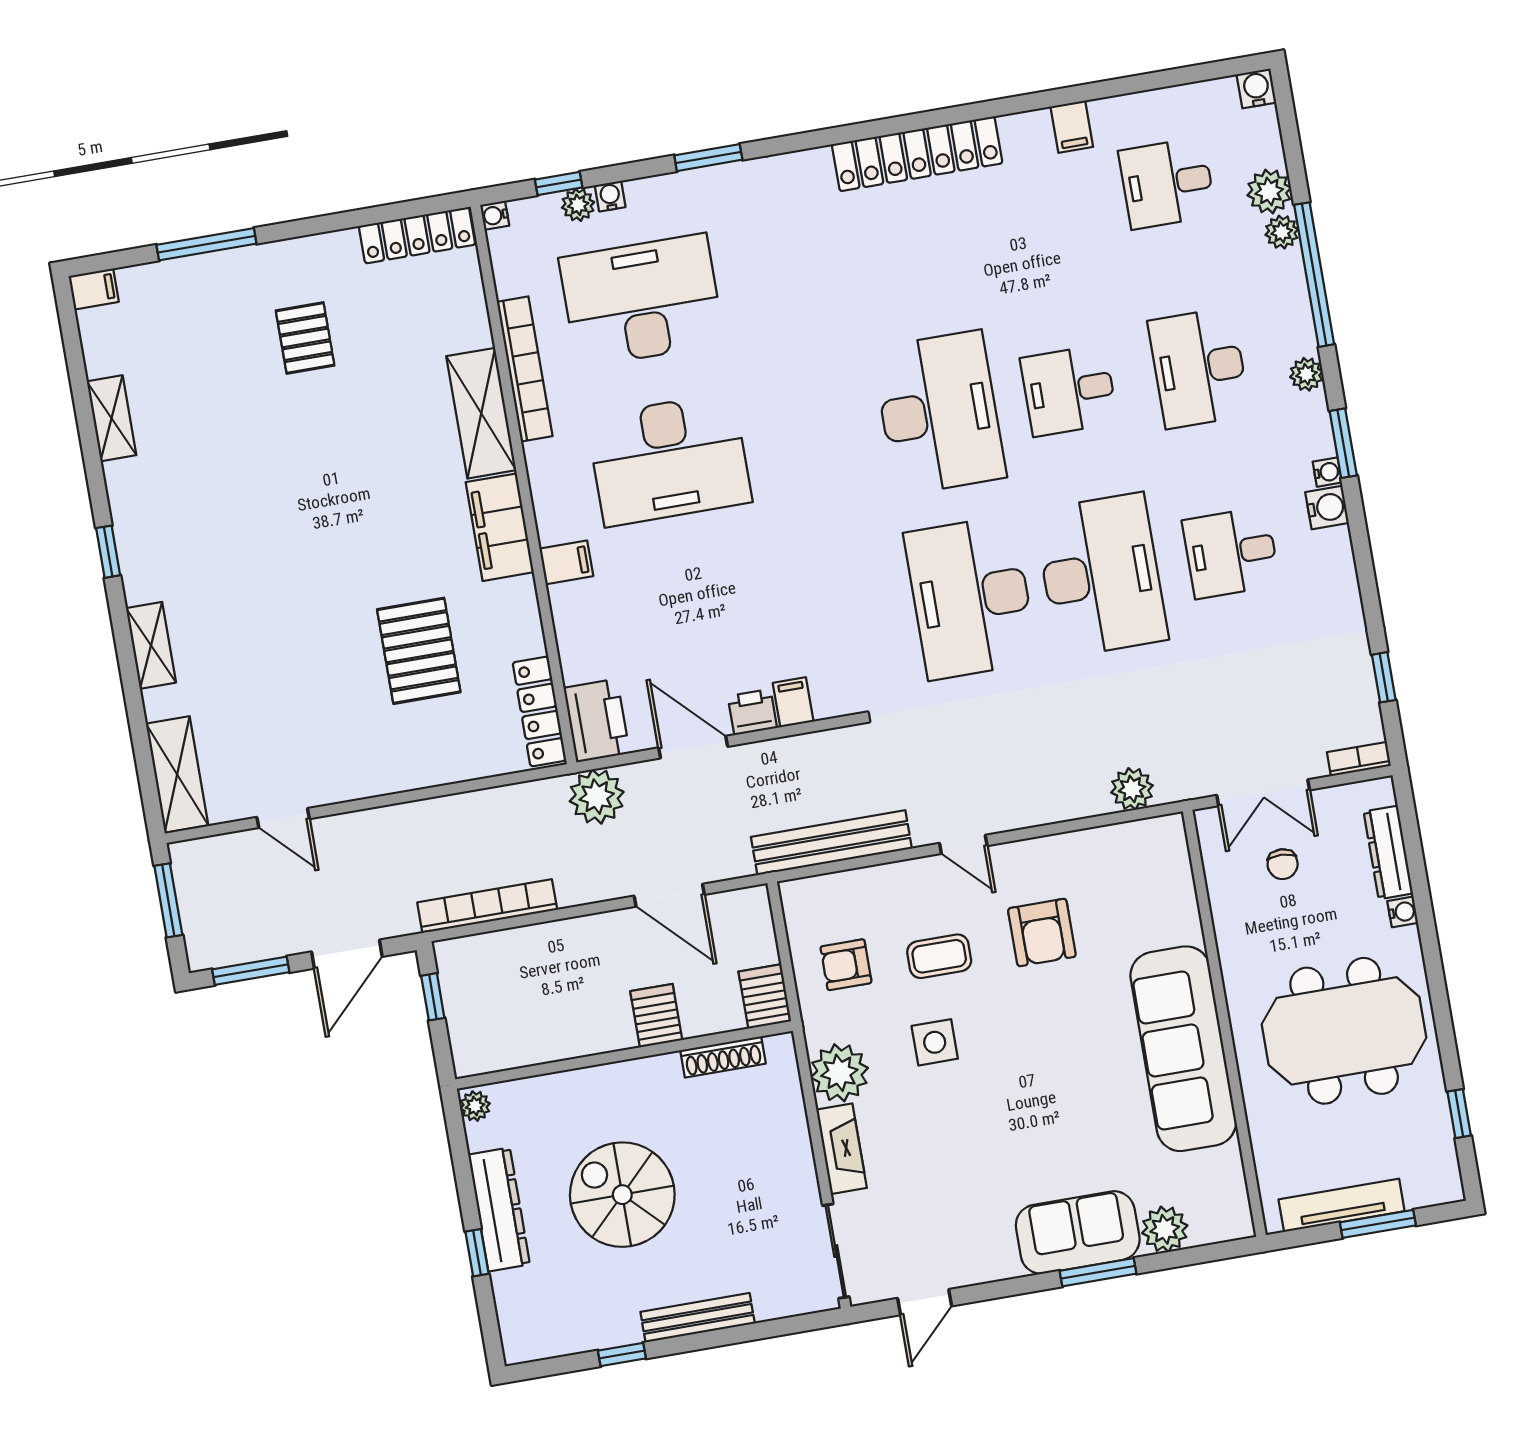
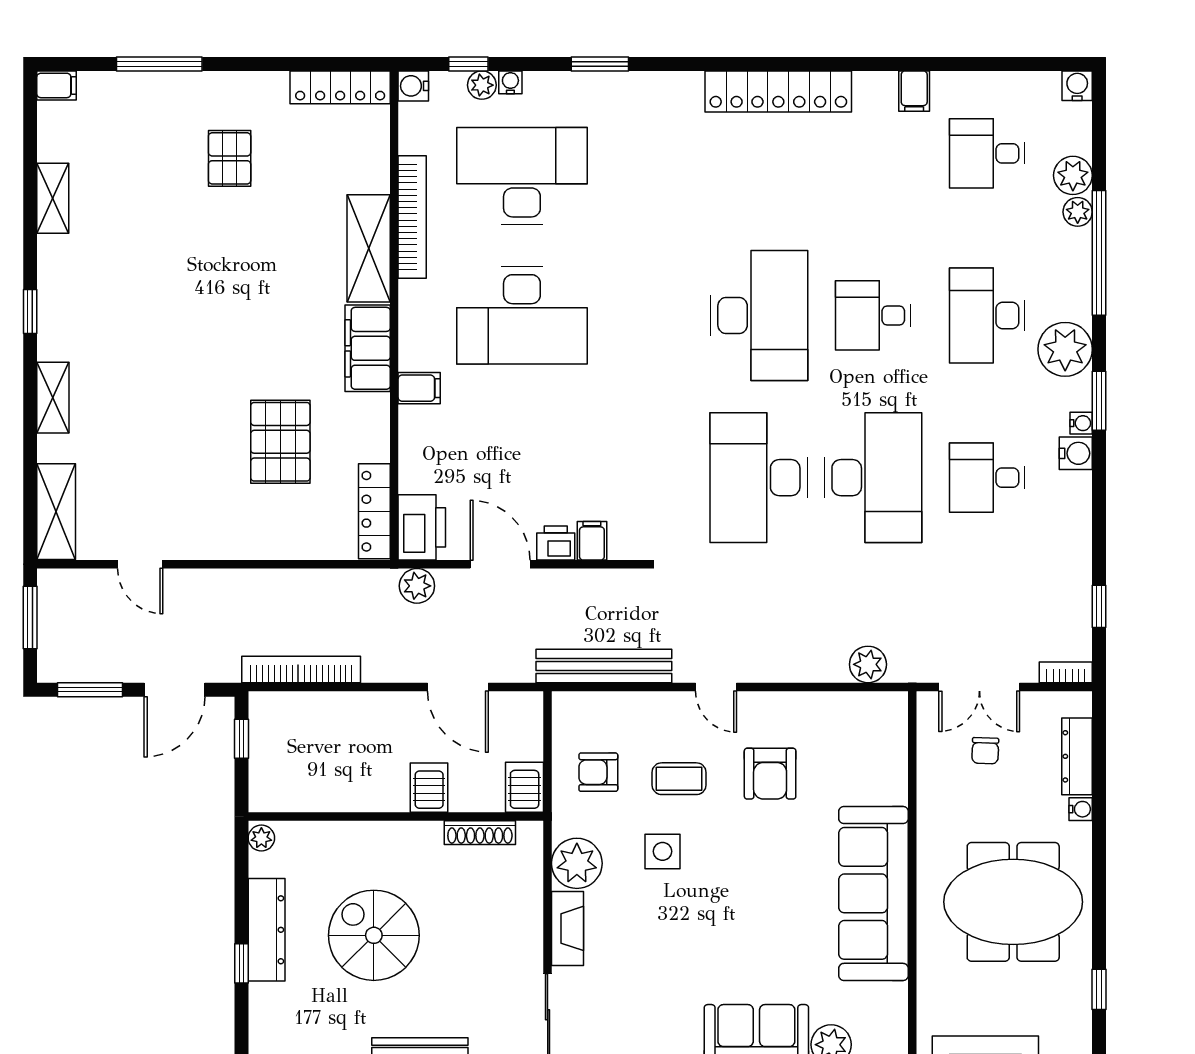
water cooler: (495, 215) -> (413, 86), width x1.38, depth x1.38
plant: (1306, 374) -> (1065, 349), width x1.88, depth x1.88
plant: (597, 797) -> (417, 586), width x0.73, depth x0.73

